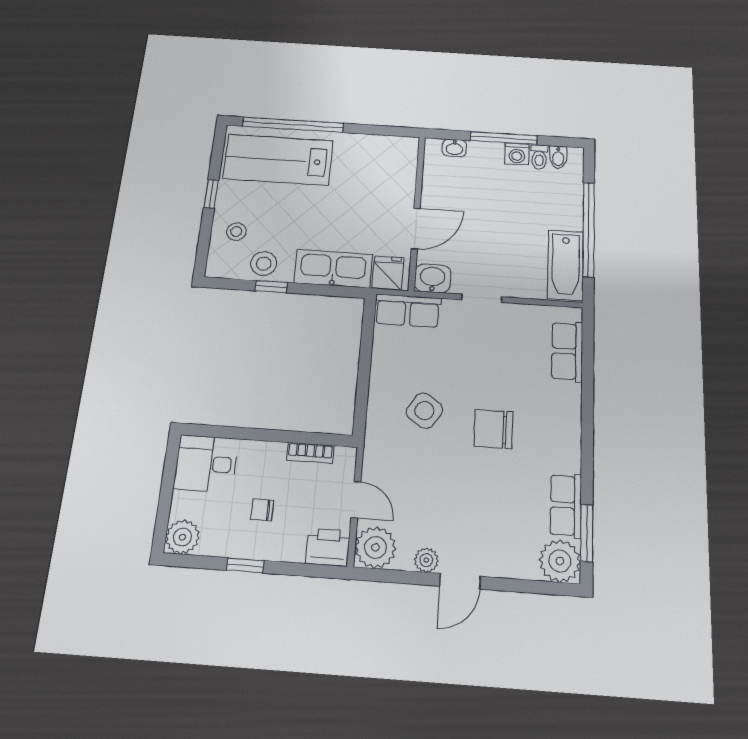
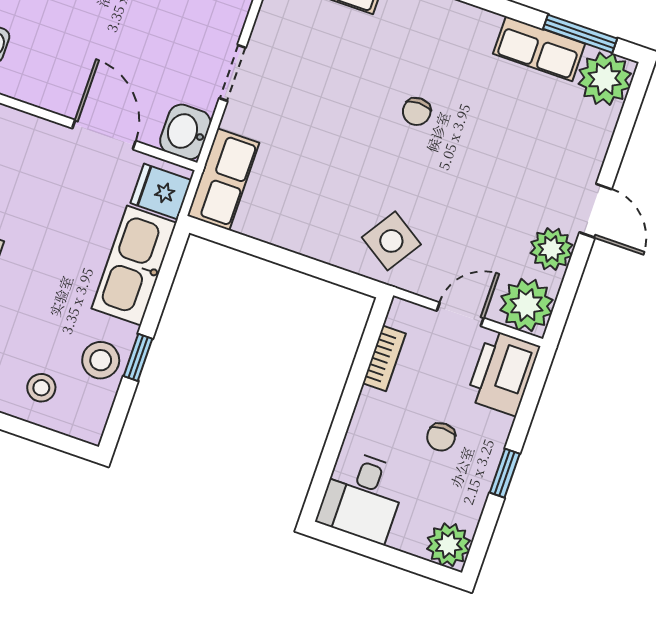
side table: (424, 411) -> (391, 241), moved
chair: (493, 429) -> (417, 111), width x0.54, depth x0.54
printer: (328, 547) -> (503, 373), width x1.37, depth x1.19
plant: (426, 560) -> (551, 249), width x1.38, depth x1.38

